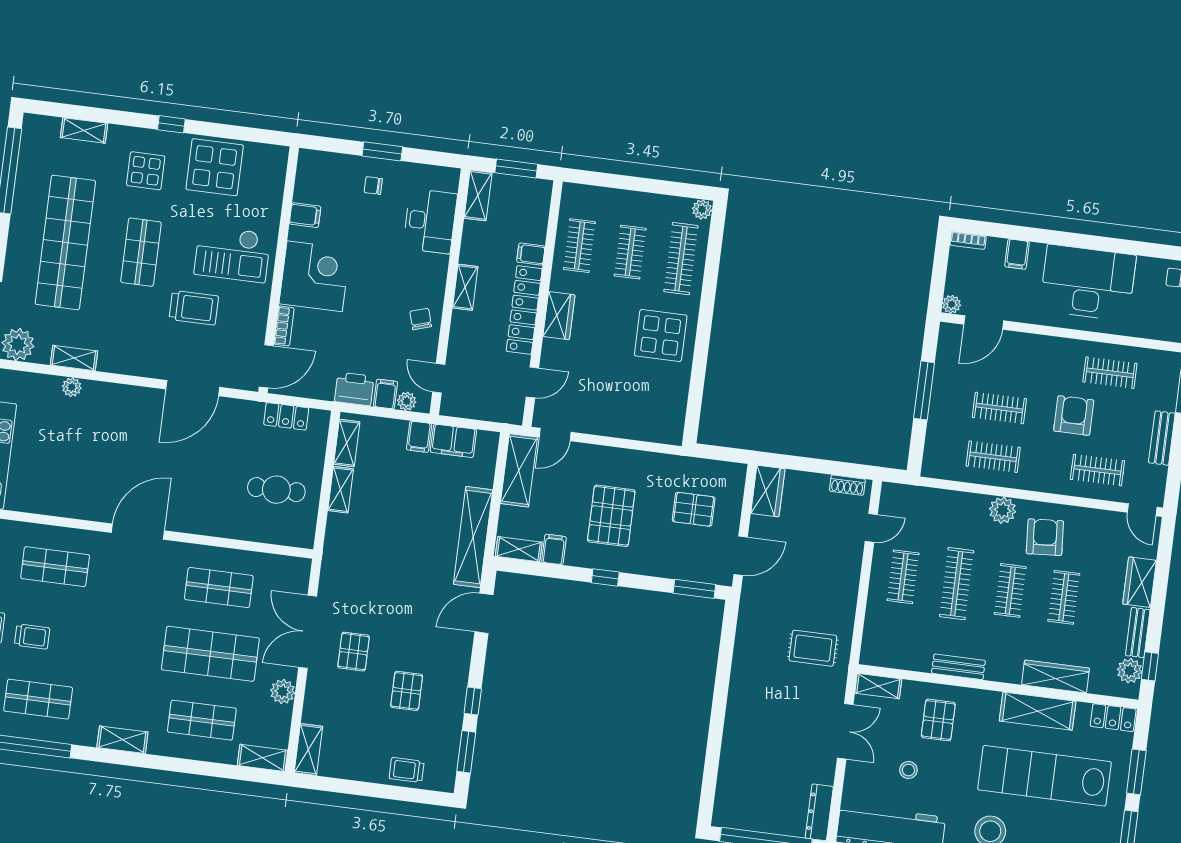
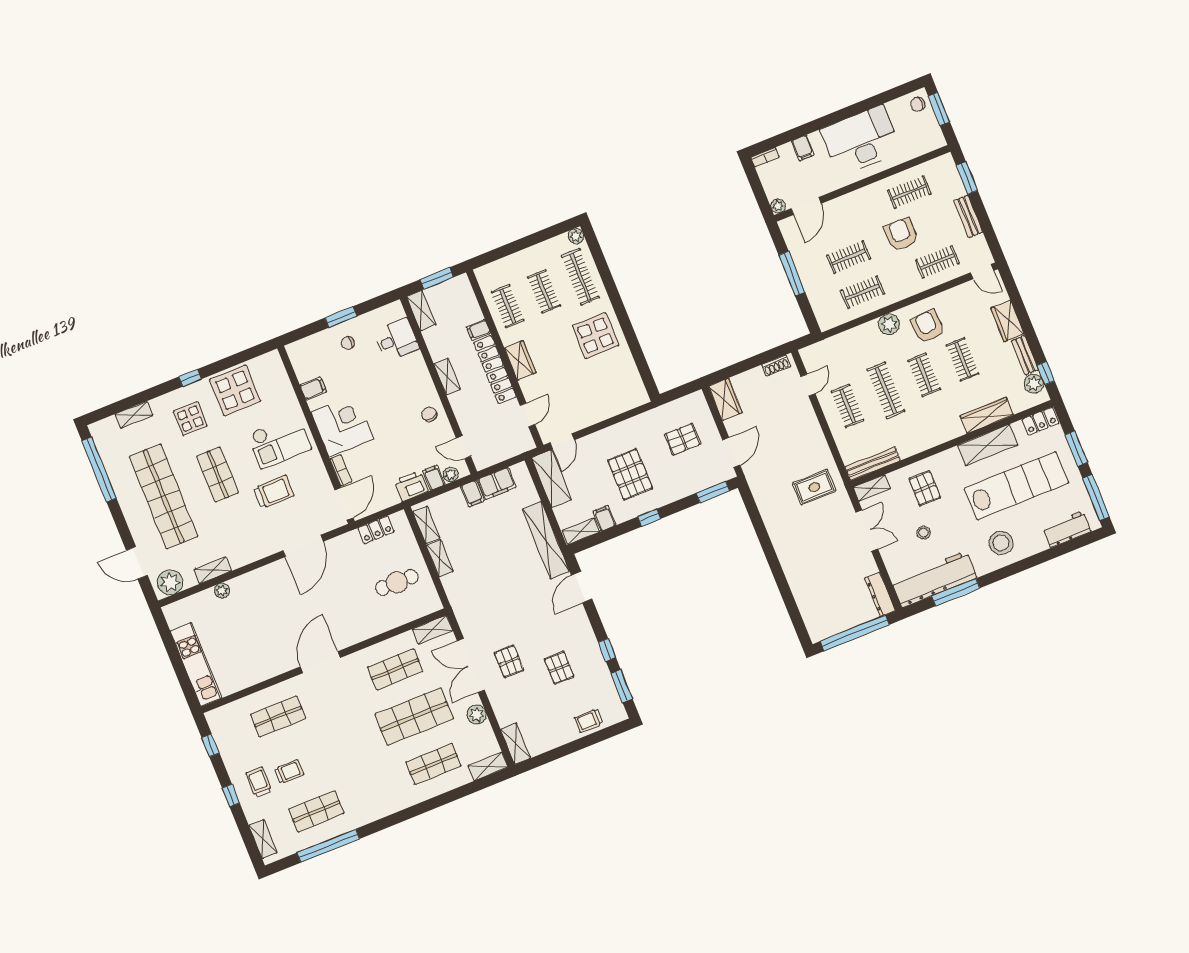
desk: (430, 221) -> (396, 340), width x0.73
bench: (958, 667) -> (873, 464), moved, width x1.36
shelving: (122, 740) -> (432, 630), moved
lab bench: (1044, 776) -> (1016, 486), turned 180

